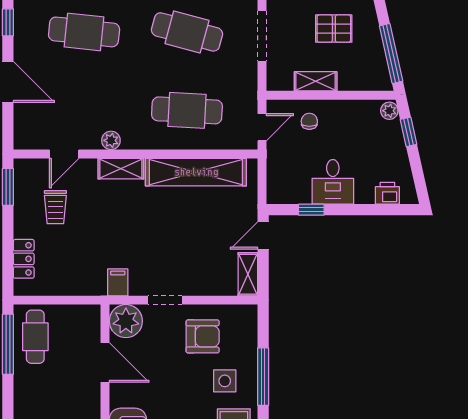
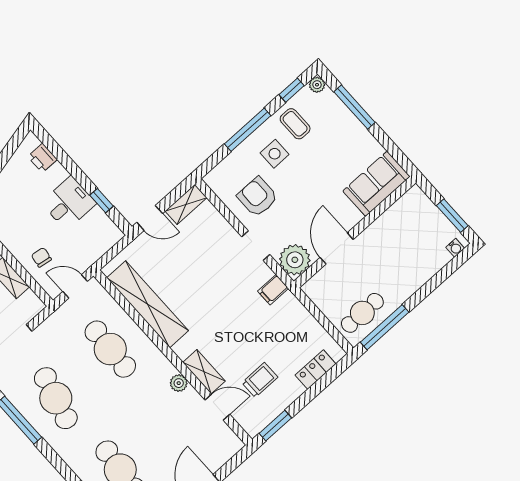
chair: (309, 121) -> (41, 257), turned 99
shelving: (121, 169) -> (204, 372), moved

